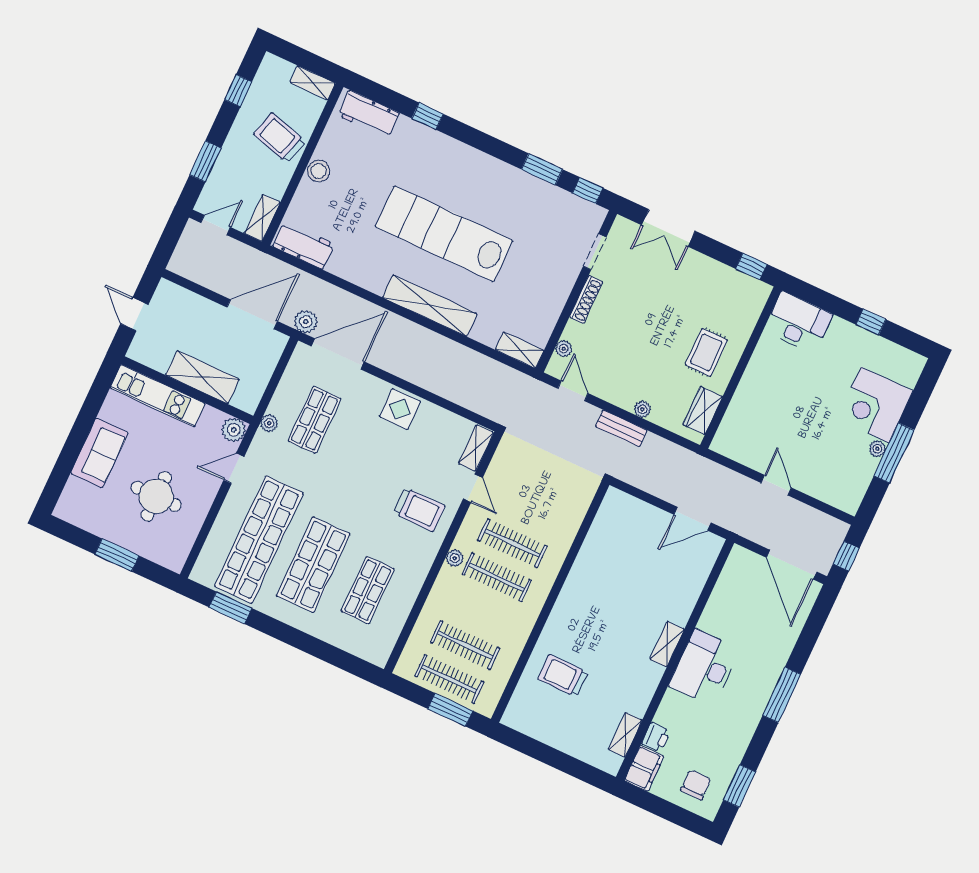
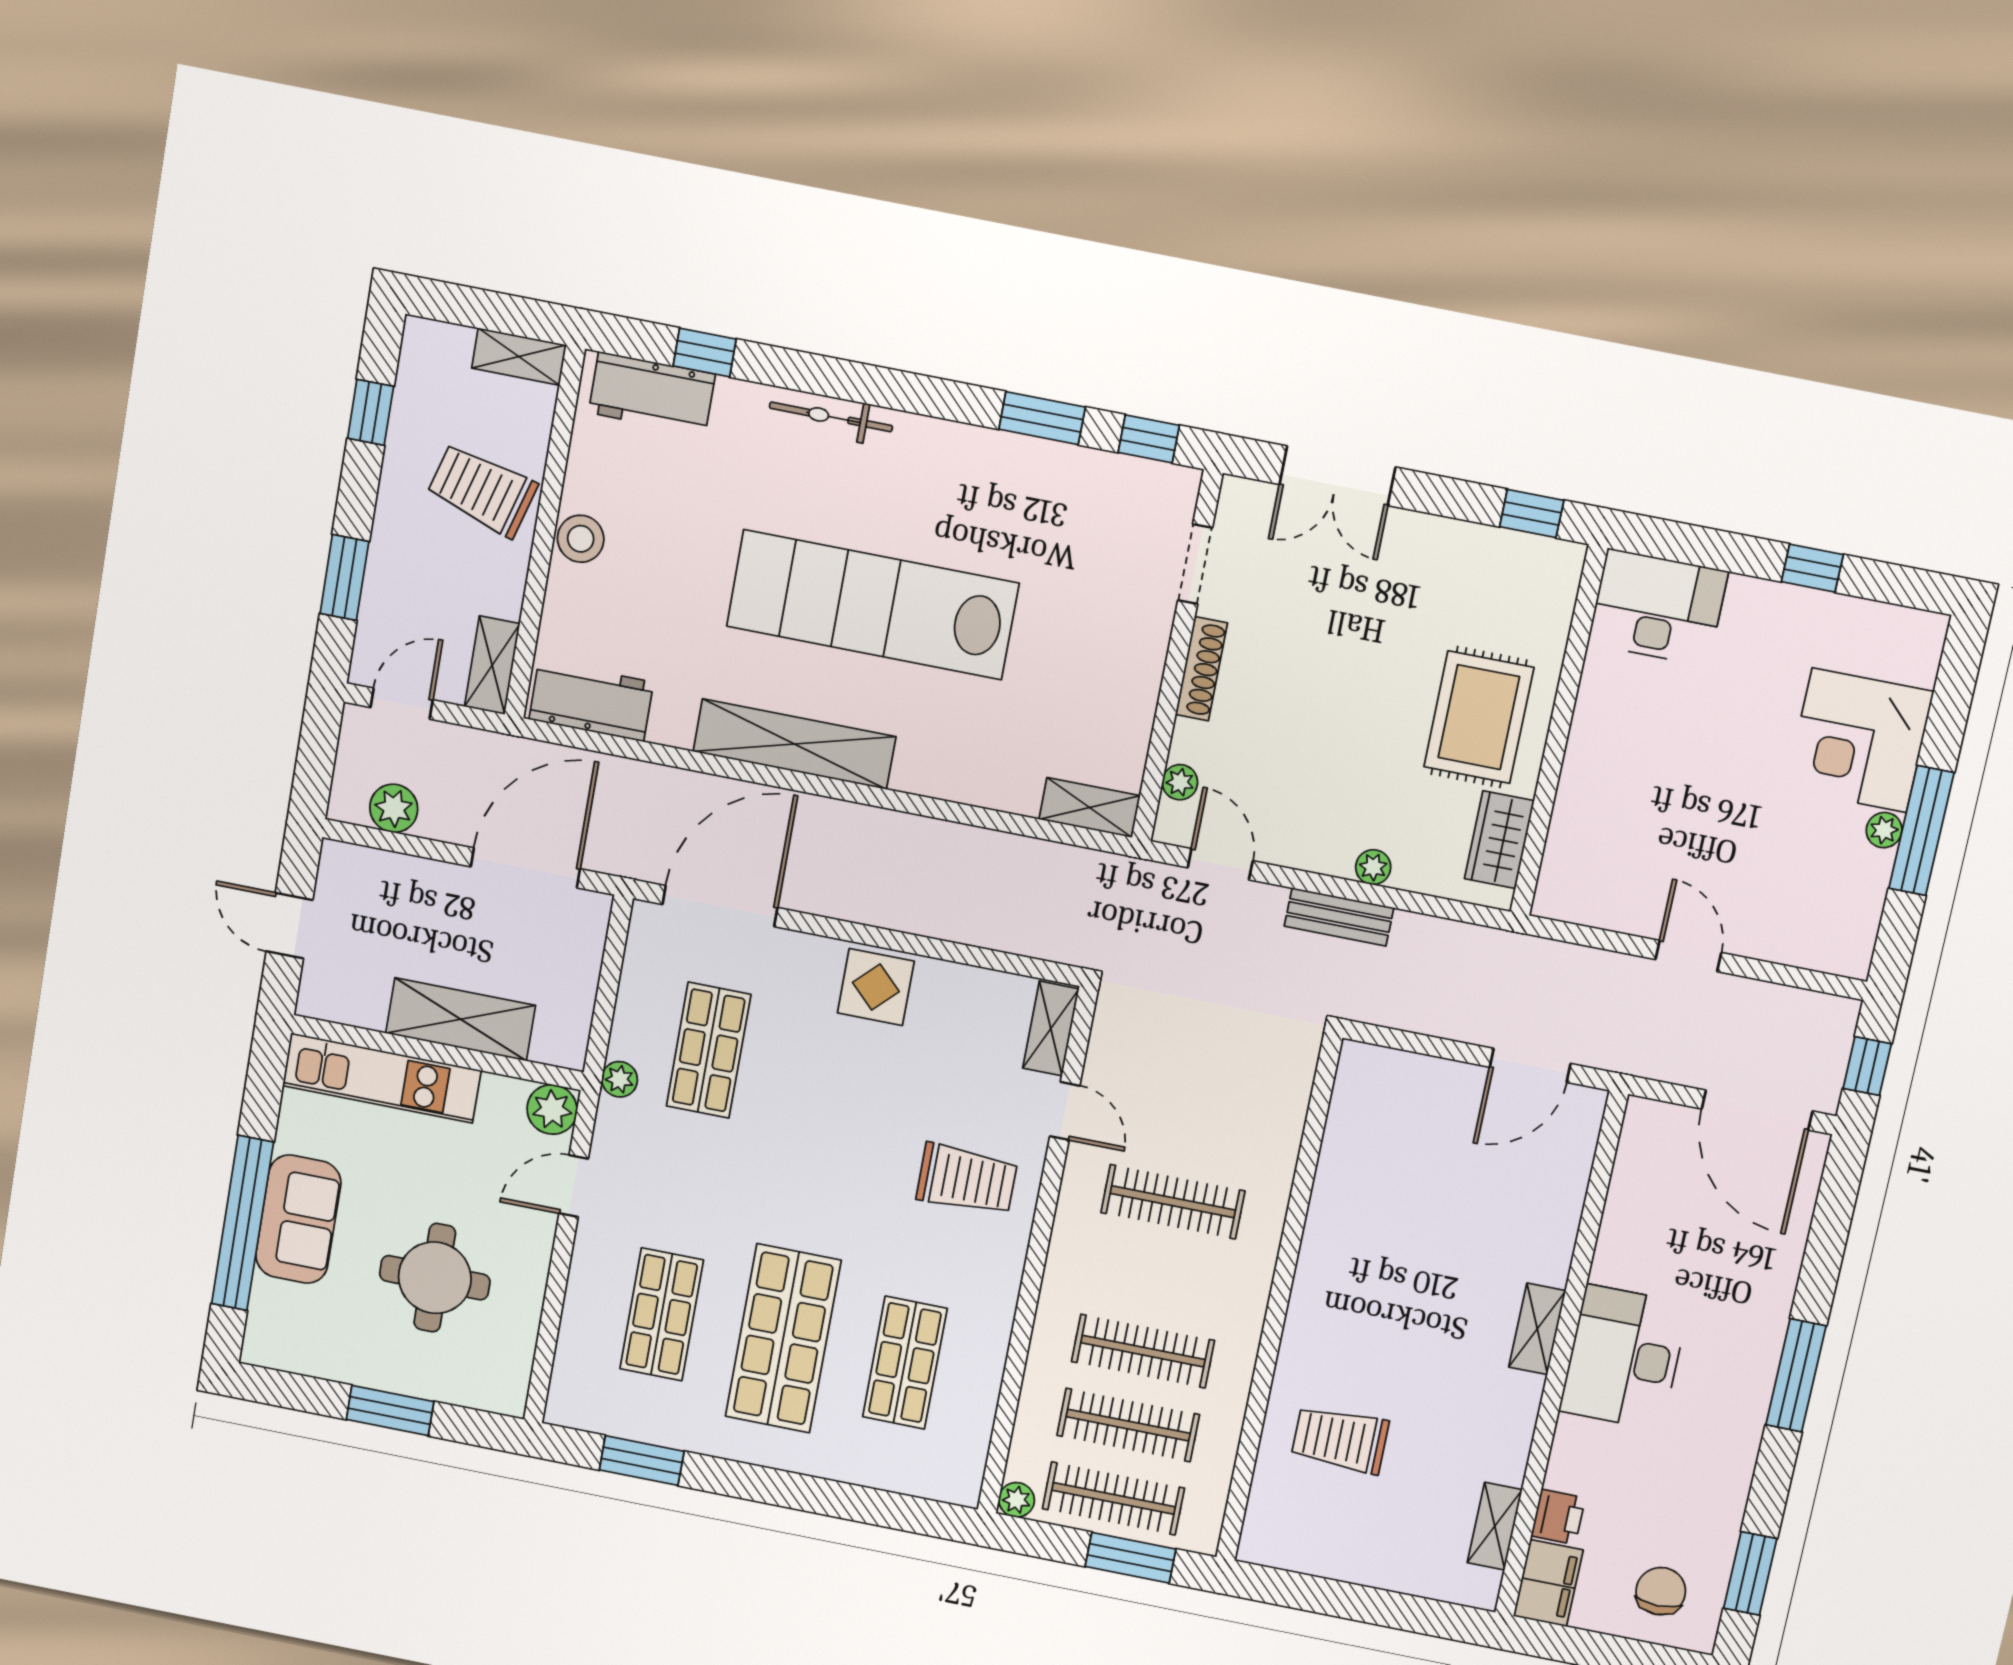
window: (428, 116) -> (705, 352), moved
bicycle: (447, 145) -> (831, 417), added
shelving: (430, 306) -> (794, 744), moved
plant: (306, 322) -> (394, 808), moved
rug: (706, 352) -> (1479, 717), width x1.36, depth x1.43
window: (72, 448) -> (242, 1223), added
shop shelf: (259, 540) -> (662, 1314), width x0.50, depth x0.74
plant: (455, 558) -> (1017, 1500), moved
clothes rail: (497, 577) -> (1143, 1351), moved

